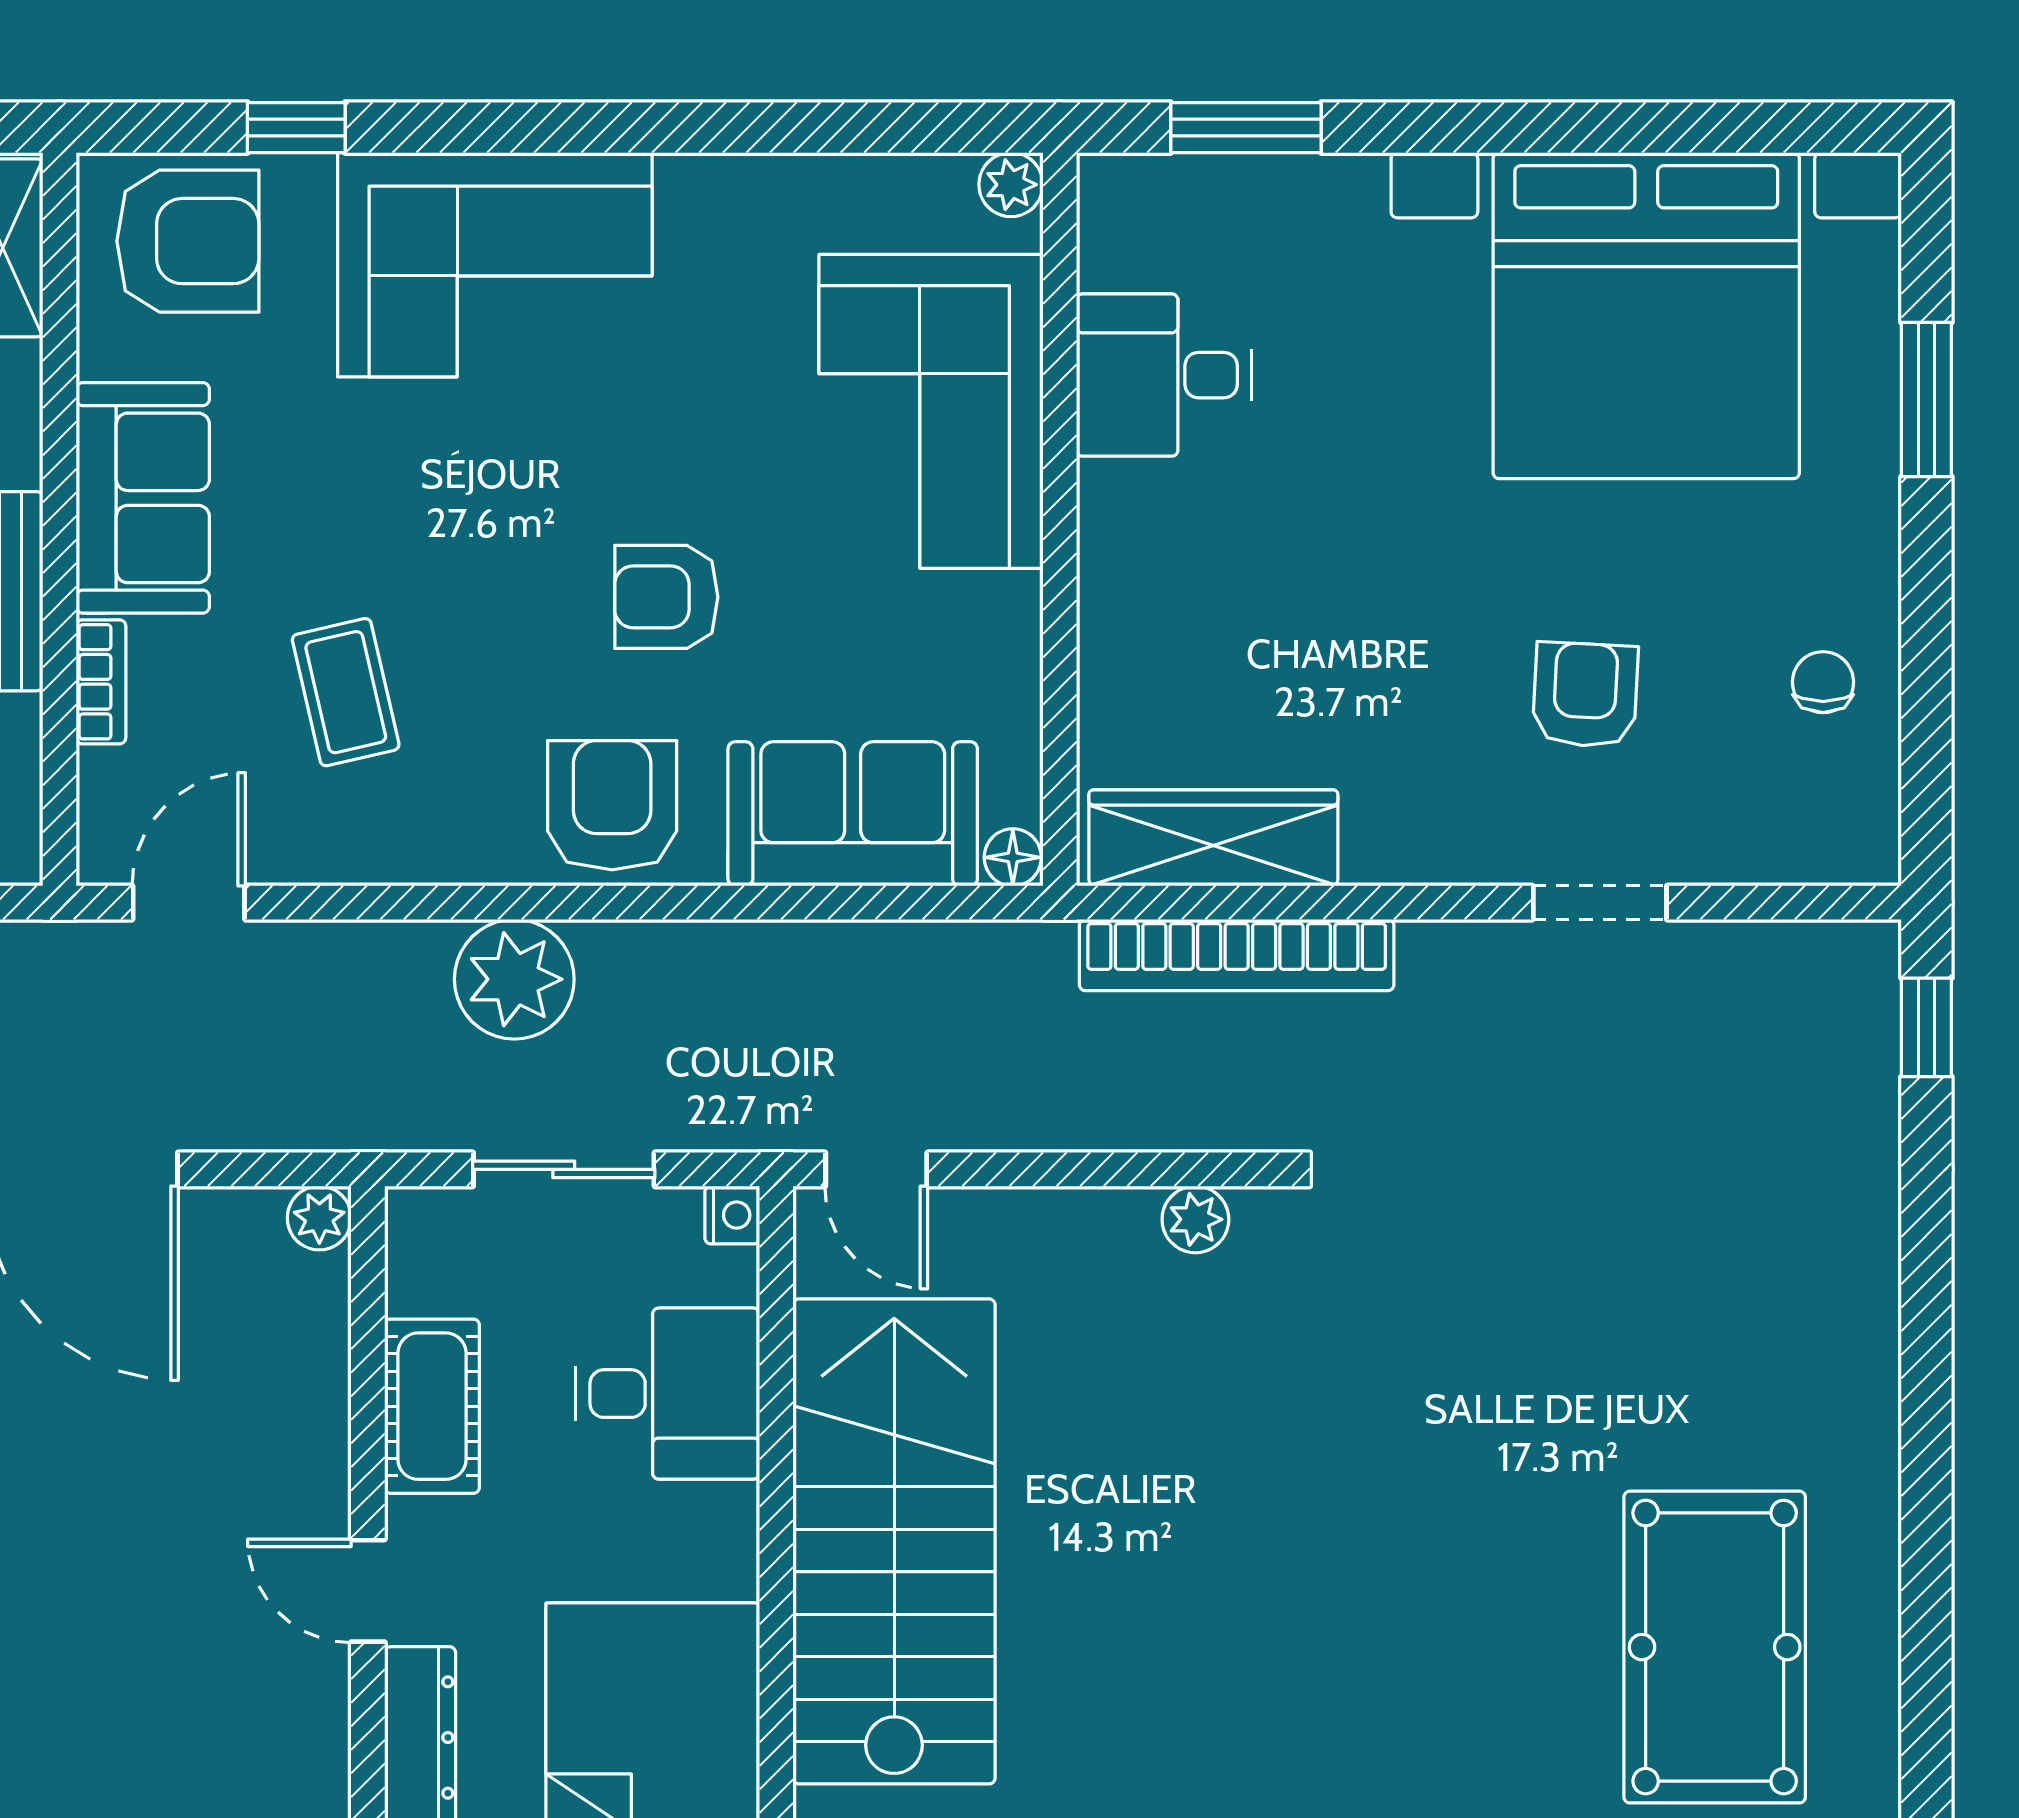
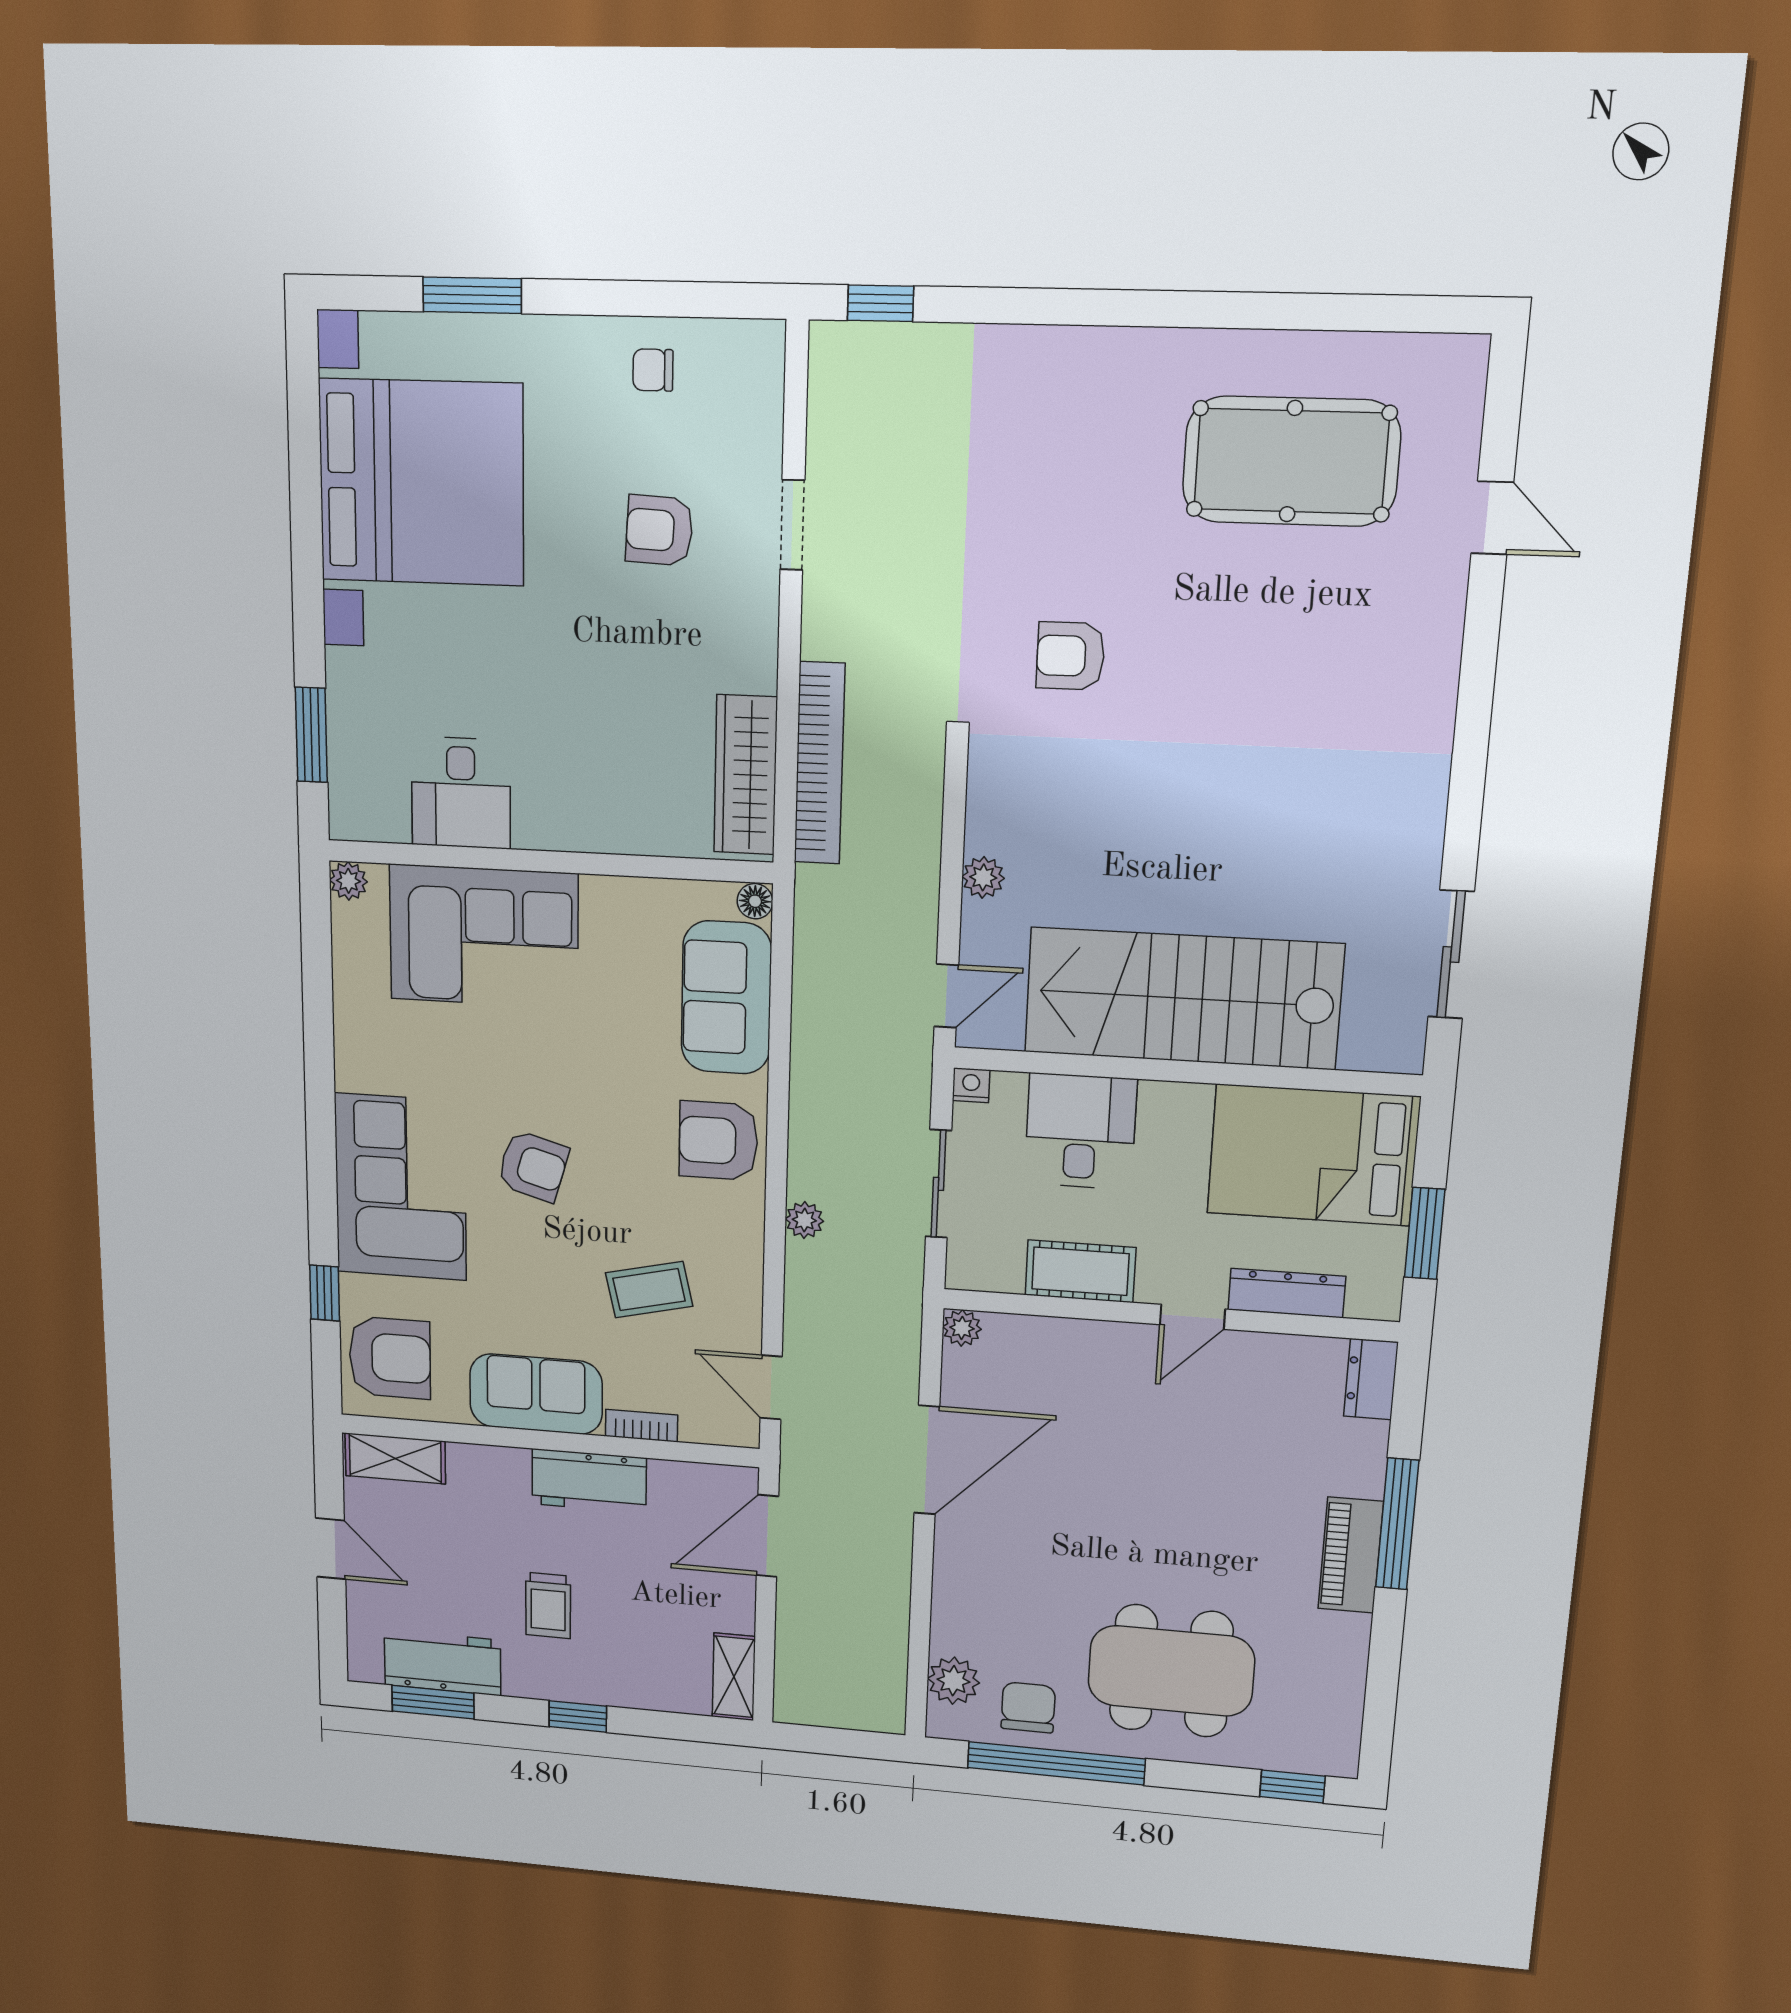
armchair: (188, 241) -> (390, 1358), turned 90
armchair: (666, 597) -> (533, 1166), moved, turned -74
plant: (514, 979) -> (804, 1220), width x0.53, depth x0.53
plant: (1195, 1219) -> (983, 877), moved
armchair: (1418, 1337) -> (1070, 656), added

